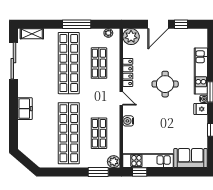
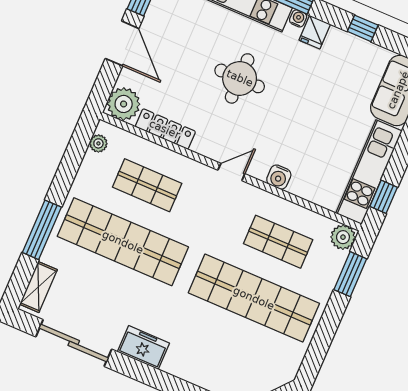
window: (77, 24) -> (42, 230), moved
locker: (128, 72) -> (165, 129), moved
freezer: (25, 109) -> (143, 348), moved

